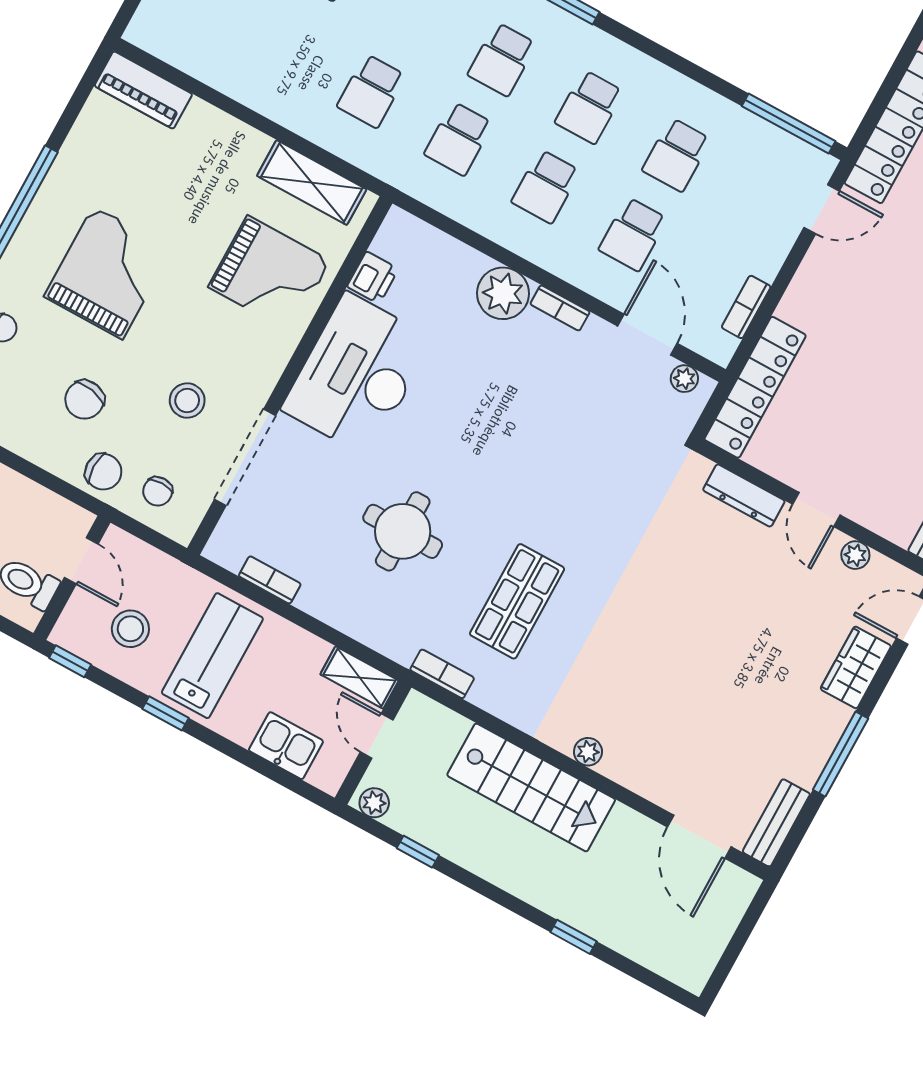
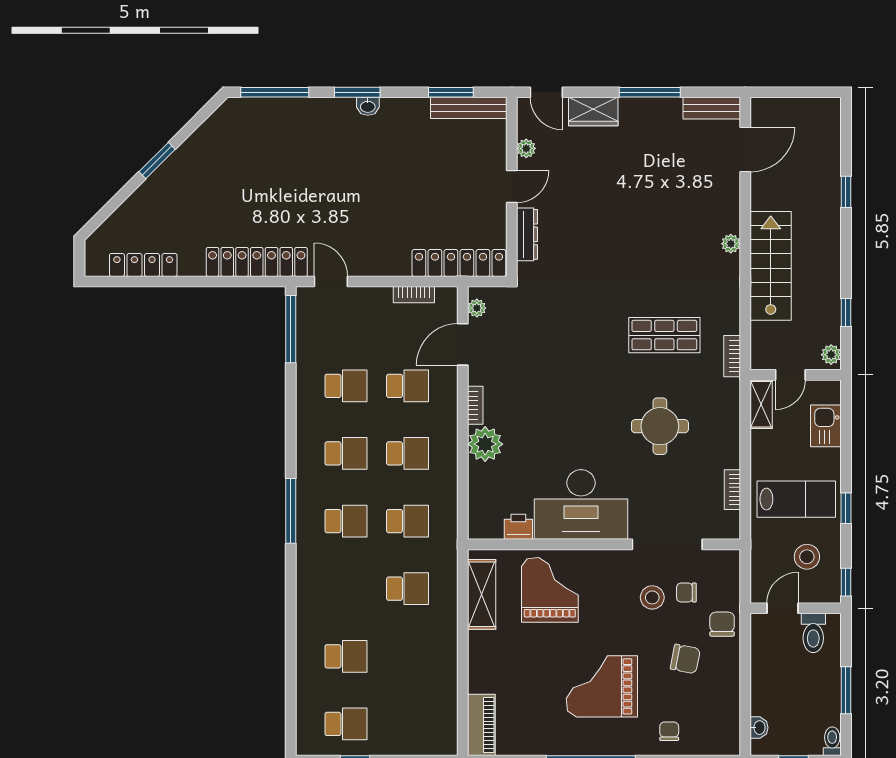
chair: (158, 491) -> (686, 593), moved, turned 180
lab bench: (212, 656) -> (796, 499), turned 180

